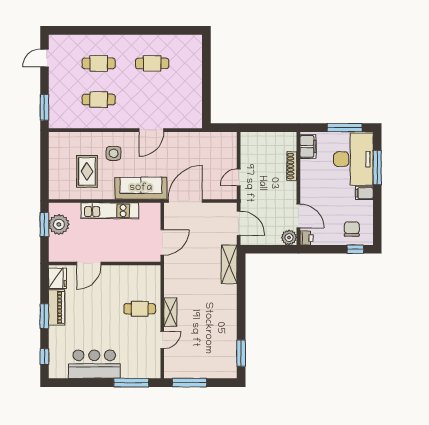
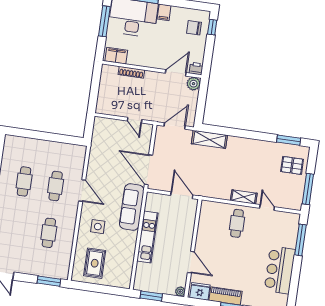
cafe table: (99, 63) -> (56, 186), moved
rug: (87, 171) -> (95, 263), moved, turned 90
plant: (59, 224) -> (180, 292), moved, width x0.53, depth x0.53
pallet: (213, 361) -> (292, 165), added

